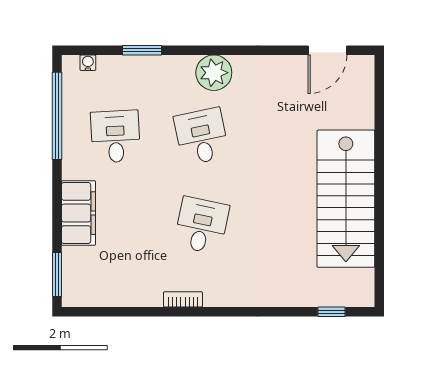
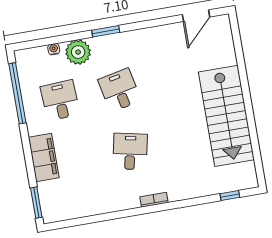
window: (142, 50) -> (106, 31), moved
water cooler: (88, 63) -> (54, 49), moved
plant: (214, 73) -> (78, 52), moved
bookcase: (183, 299) -> (154, 200), moved

